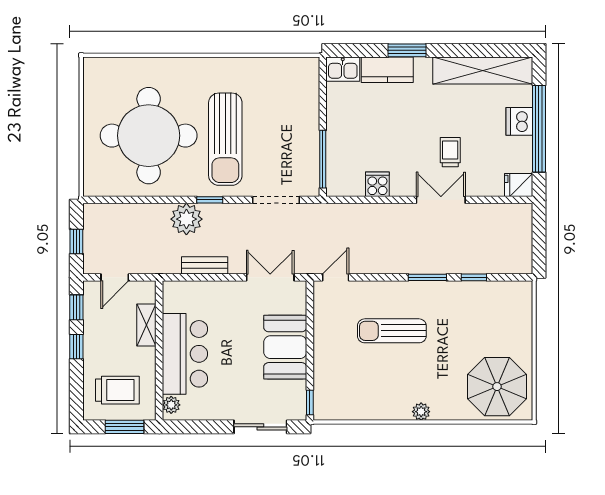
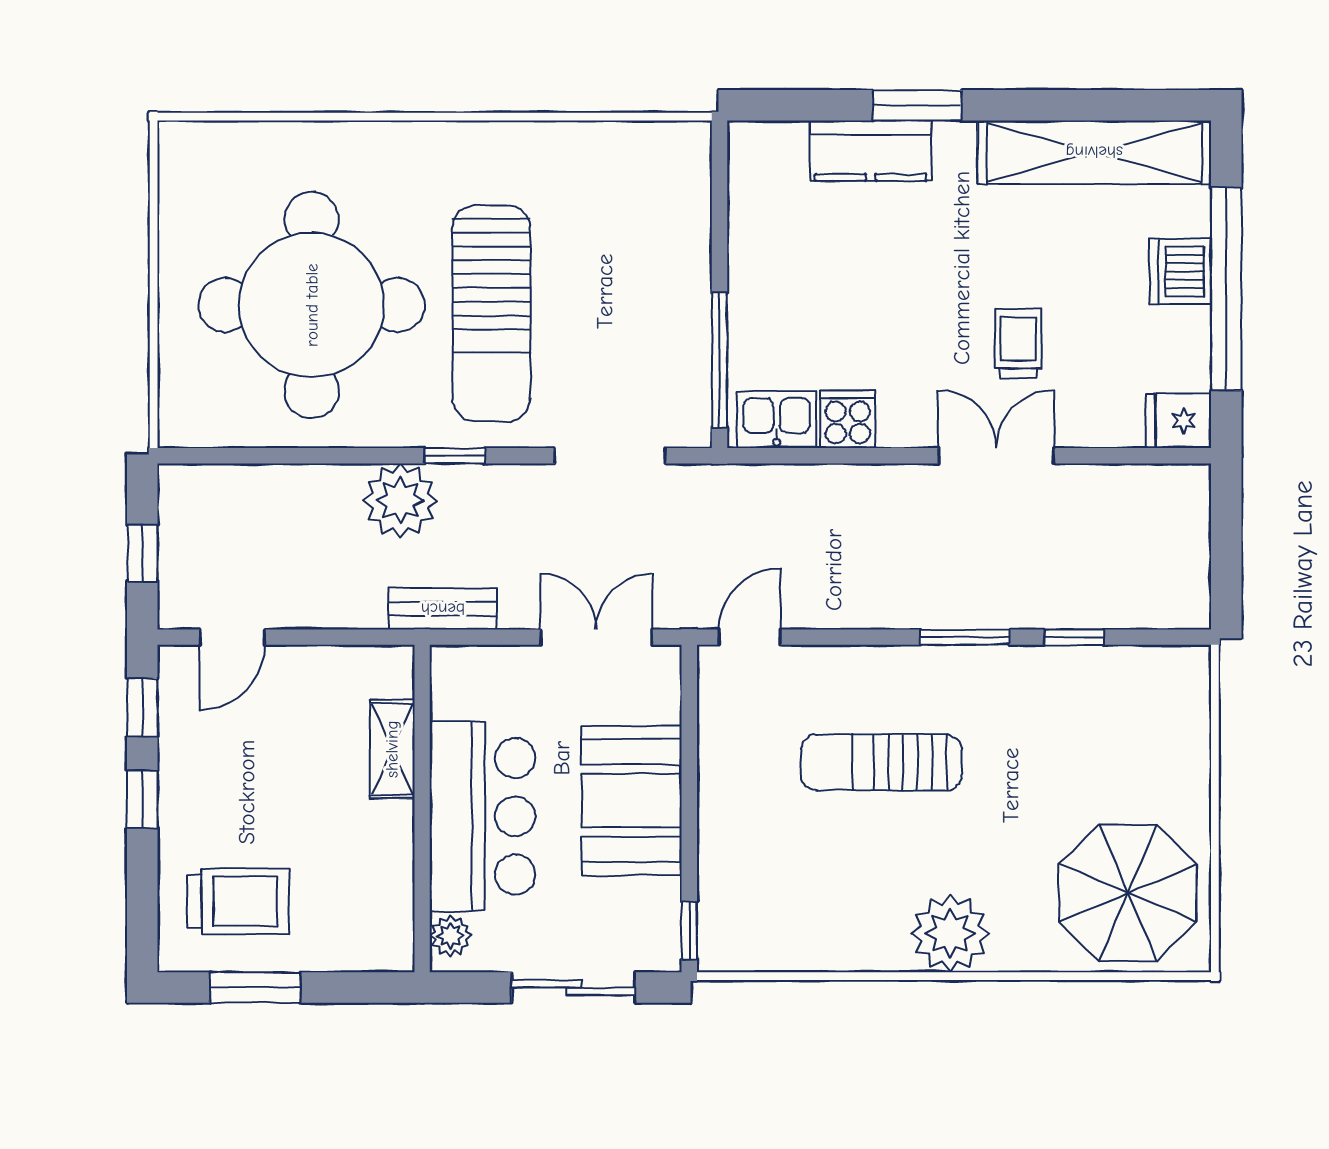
kitchen sink: (343, 69) -> (777, 420), moved, turned 180
shelving: (146, 325) -> (392, 749), moved
wall: (159, 351) -> (422, 809), moved
bar counter: (185, 354) -> (482, 816), moved
plant: (171, 405) -> (450, 936), moved
plant: (421, 412) -> (950, 933), width x1.88, depth x1.88

